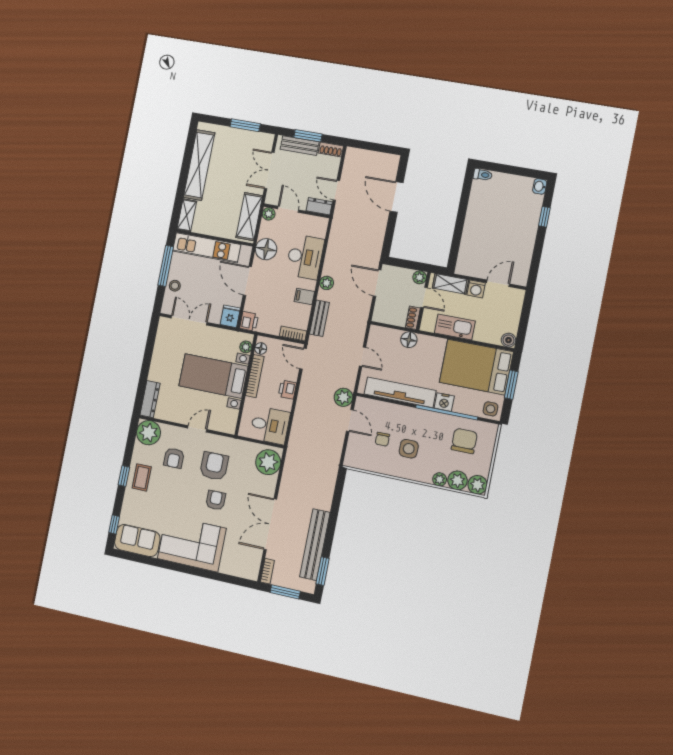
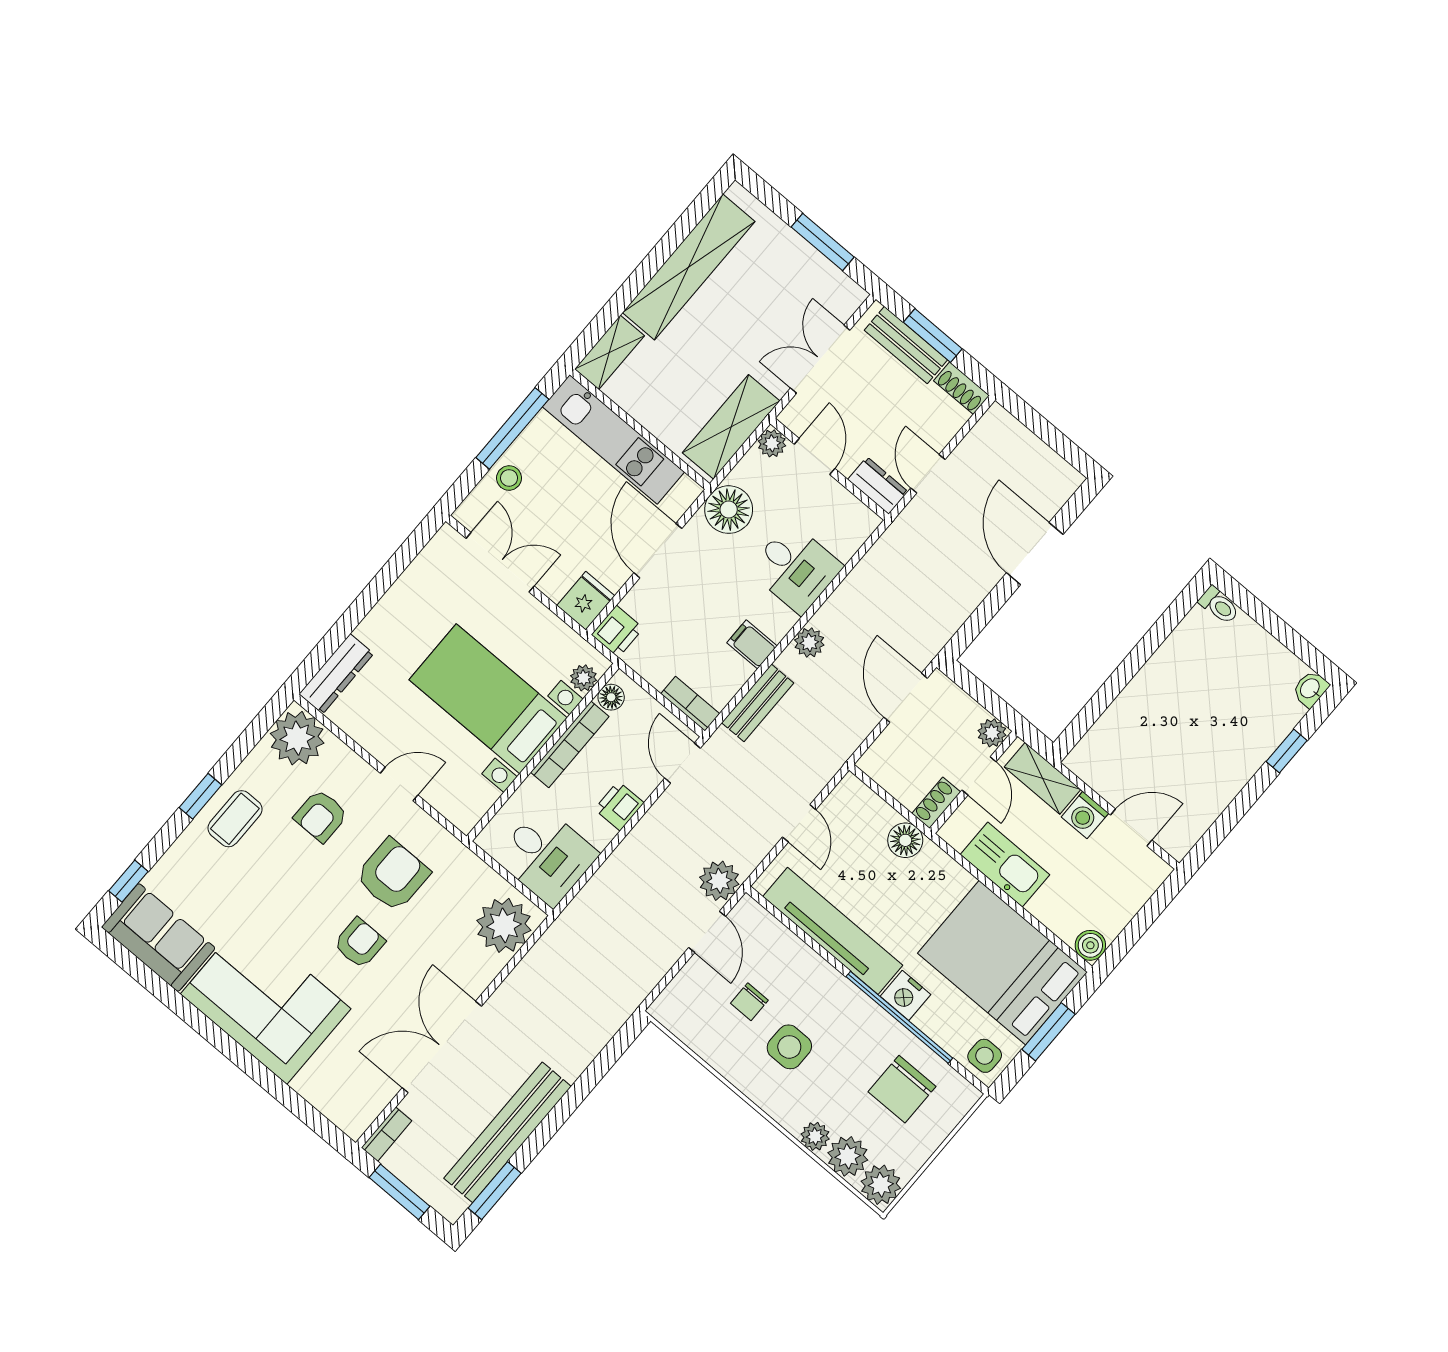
desk: (305, 257) -> (796, 568), width x0.73
chair: (464, 441) -> (902, 1089), turned 180

